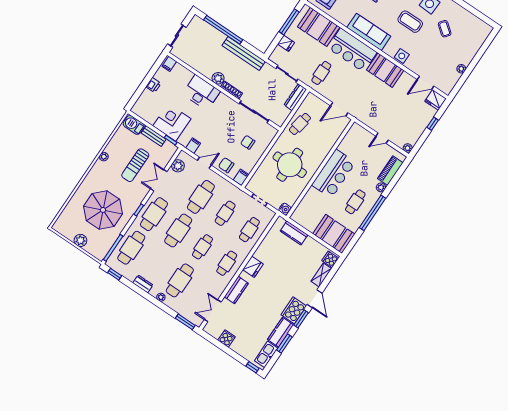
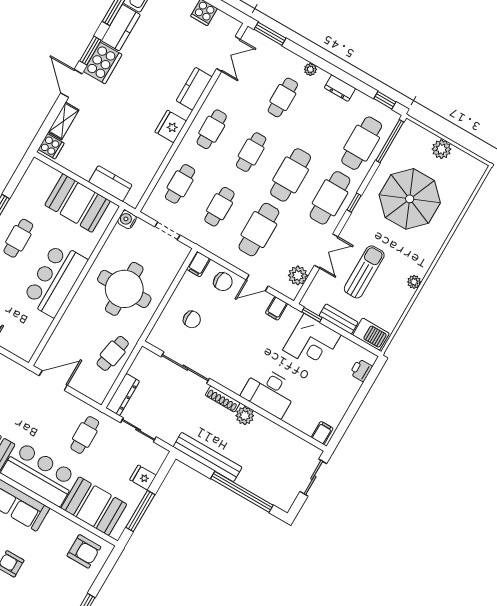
printer: (153, 85) -> (361, 370), moved
booth: (334, 234) -> (78, 203), moved
cafe table: (180, 280) -> (283, 97), width x0.73, depth x0.74

